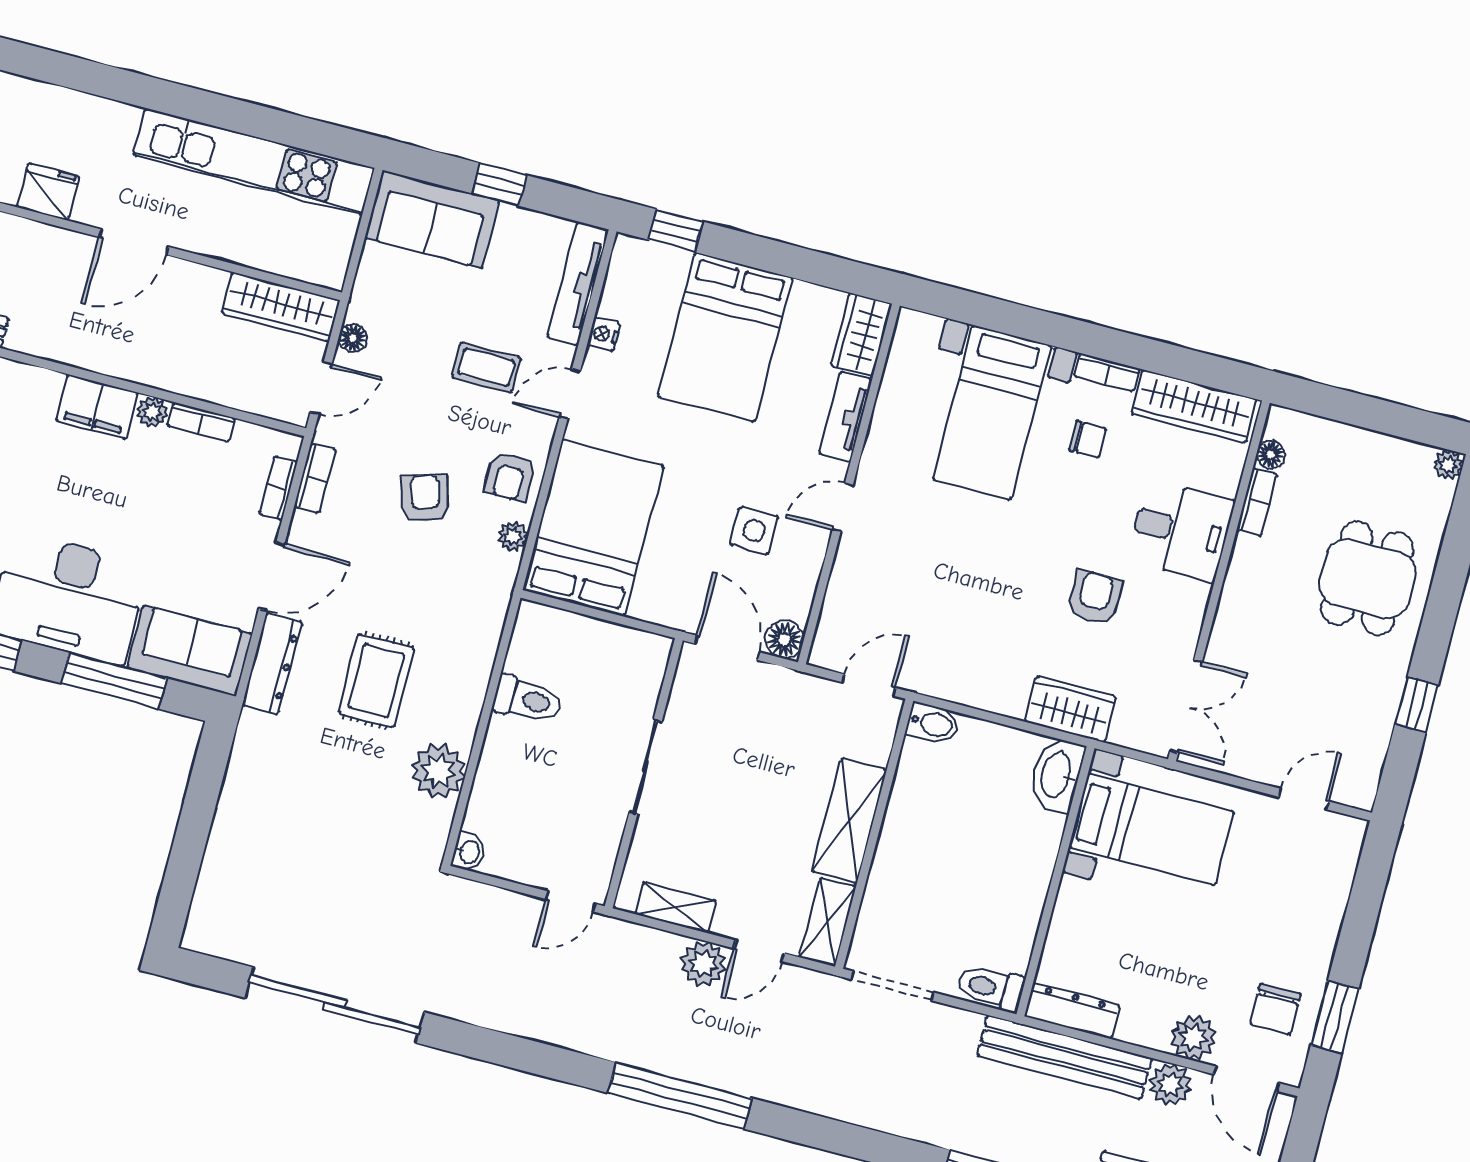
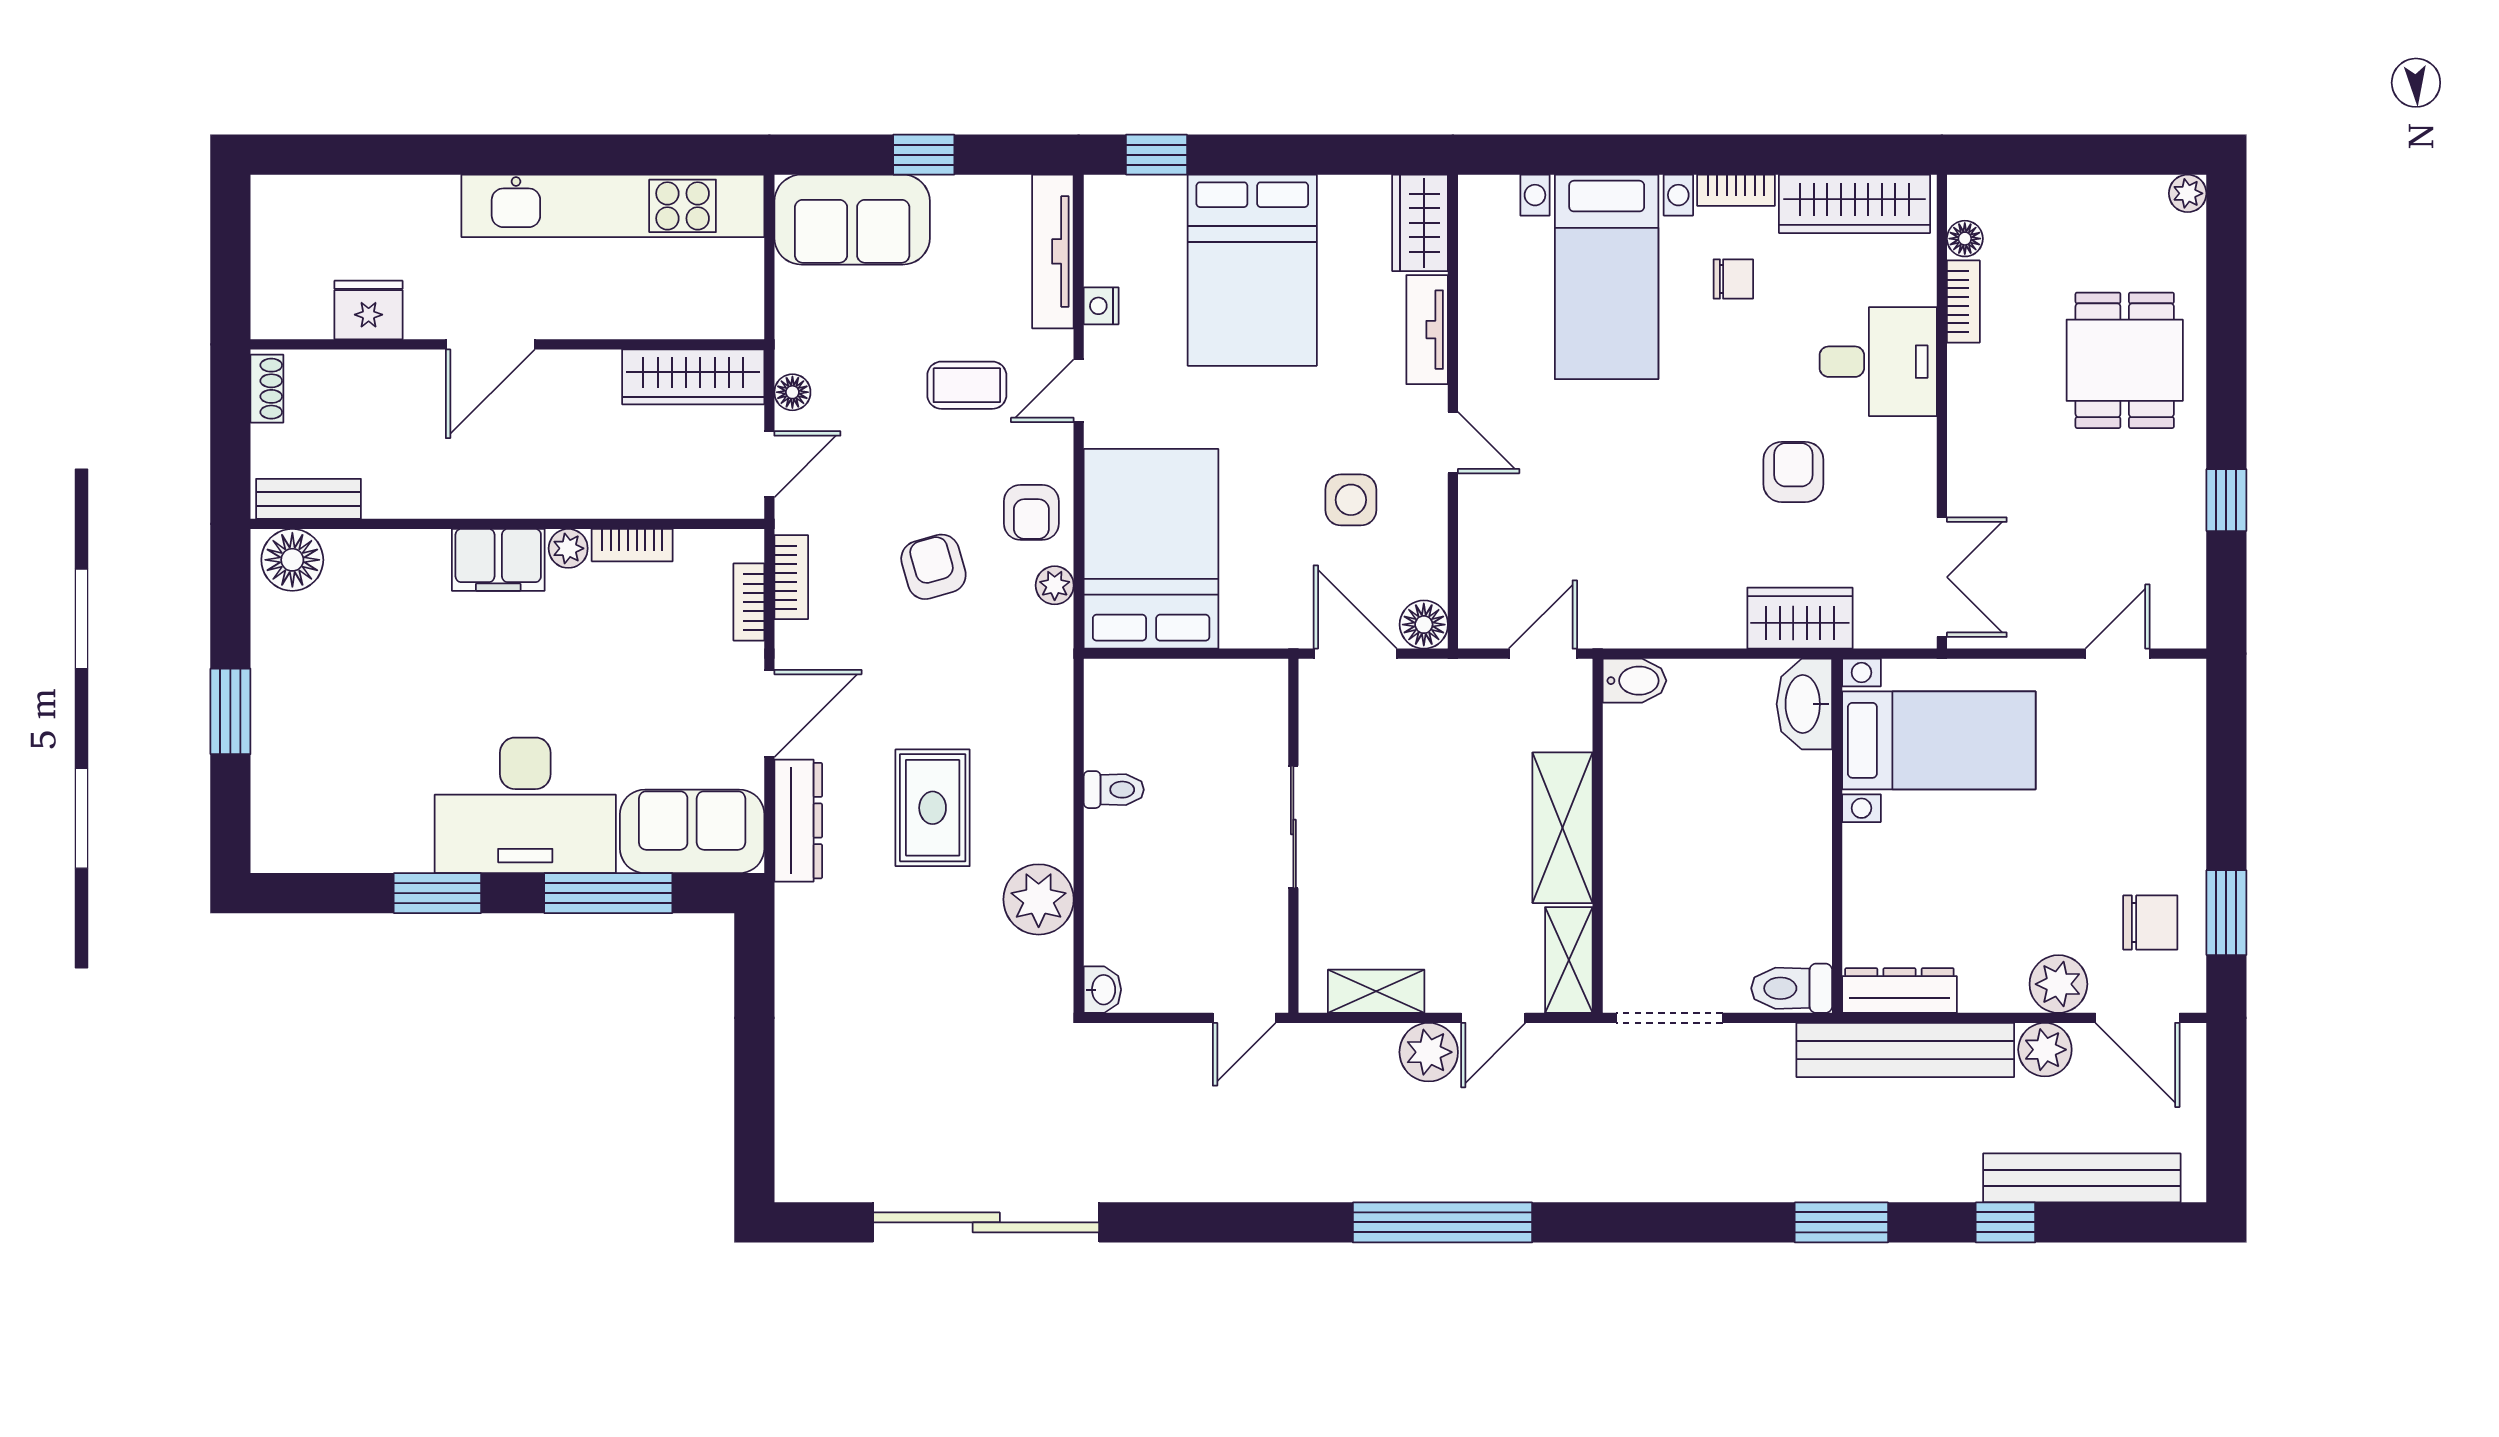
door: (843, 507) -> (1453, 443), swing flipped
toilet: (527, 700) -> (1114, 790), width x0.73, depth x0.72
chair: (1275, 1009) -> (2150, 923), turned -90

